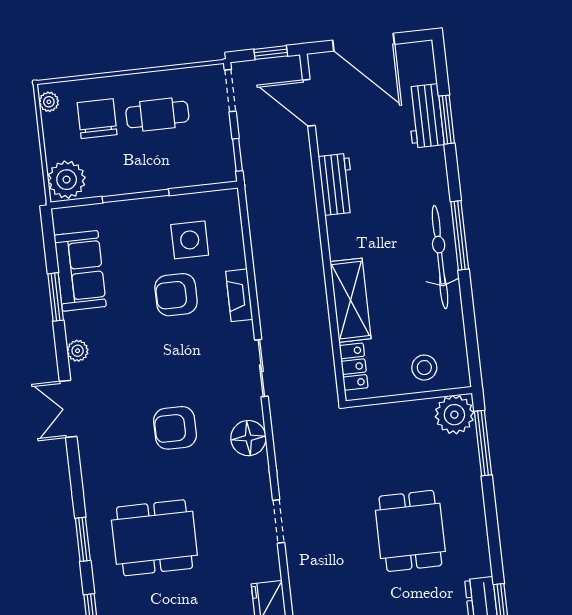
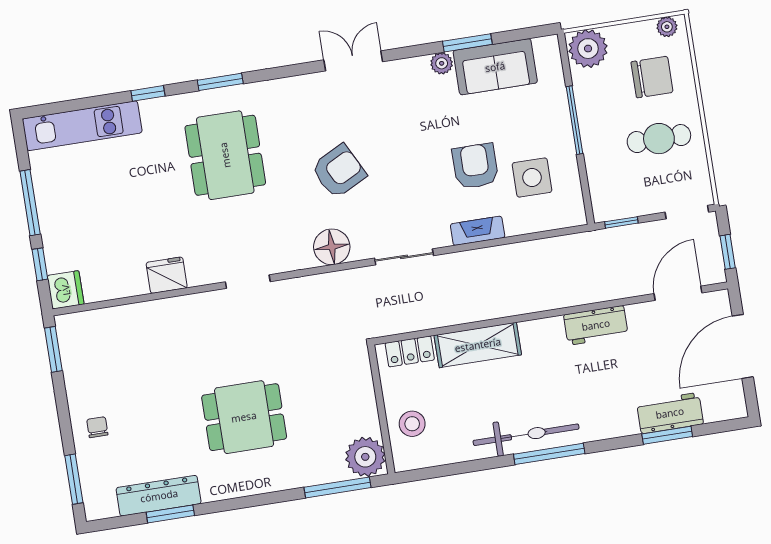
cafe table: (157, 115) -> (659, 139), turned 90
plant: (78, 351) -> (442, 63), moved
armchair: (175, 428) -> (339, 171), turned 63

